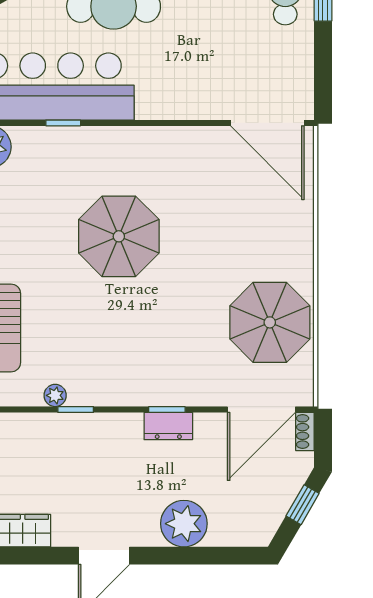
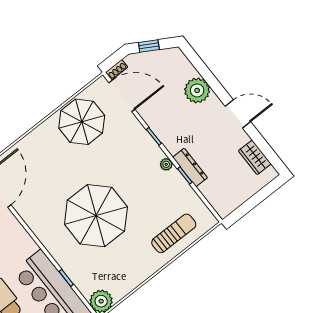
parasol: (119, 236) -> (96, 216), width x1.36, depth x1.36
plant: (55, 395) -> (166, 164), moved
dresser: (168, 426) -> (190, 167), moved, width x1.44

